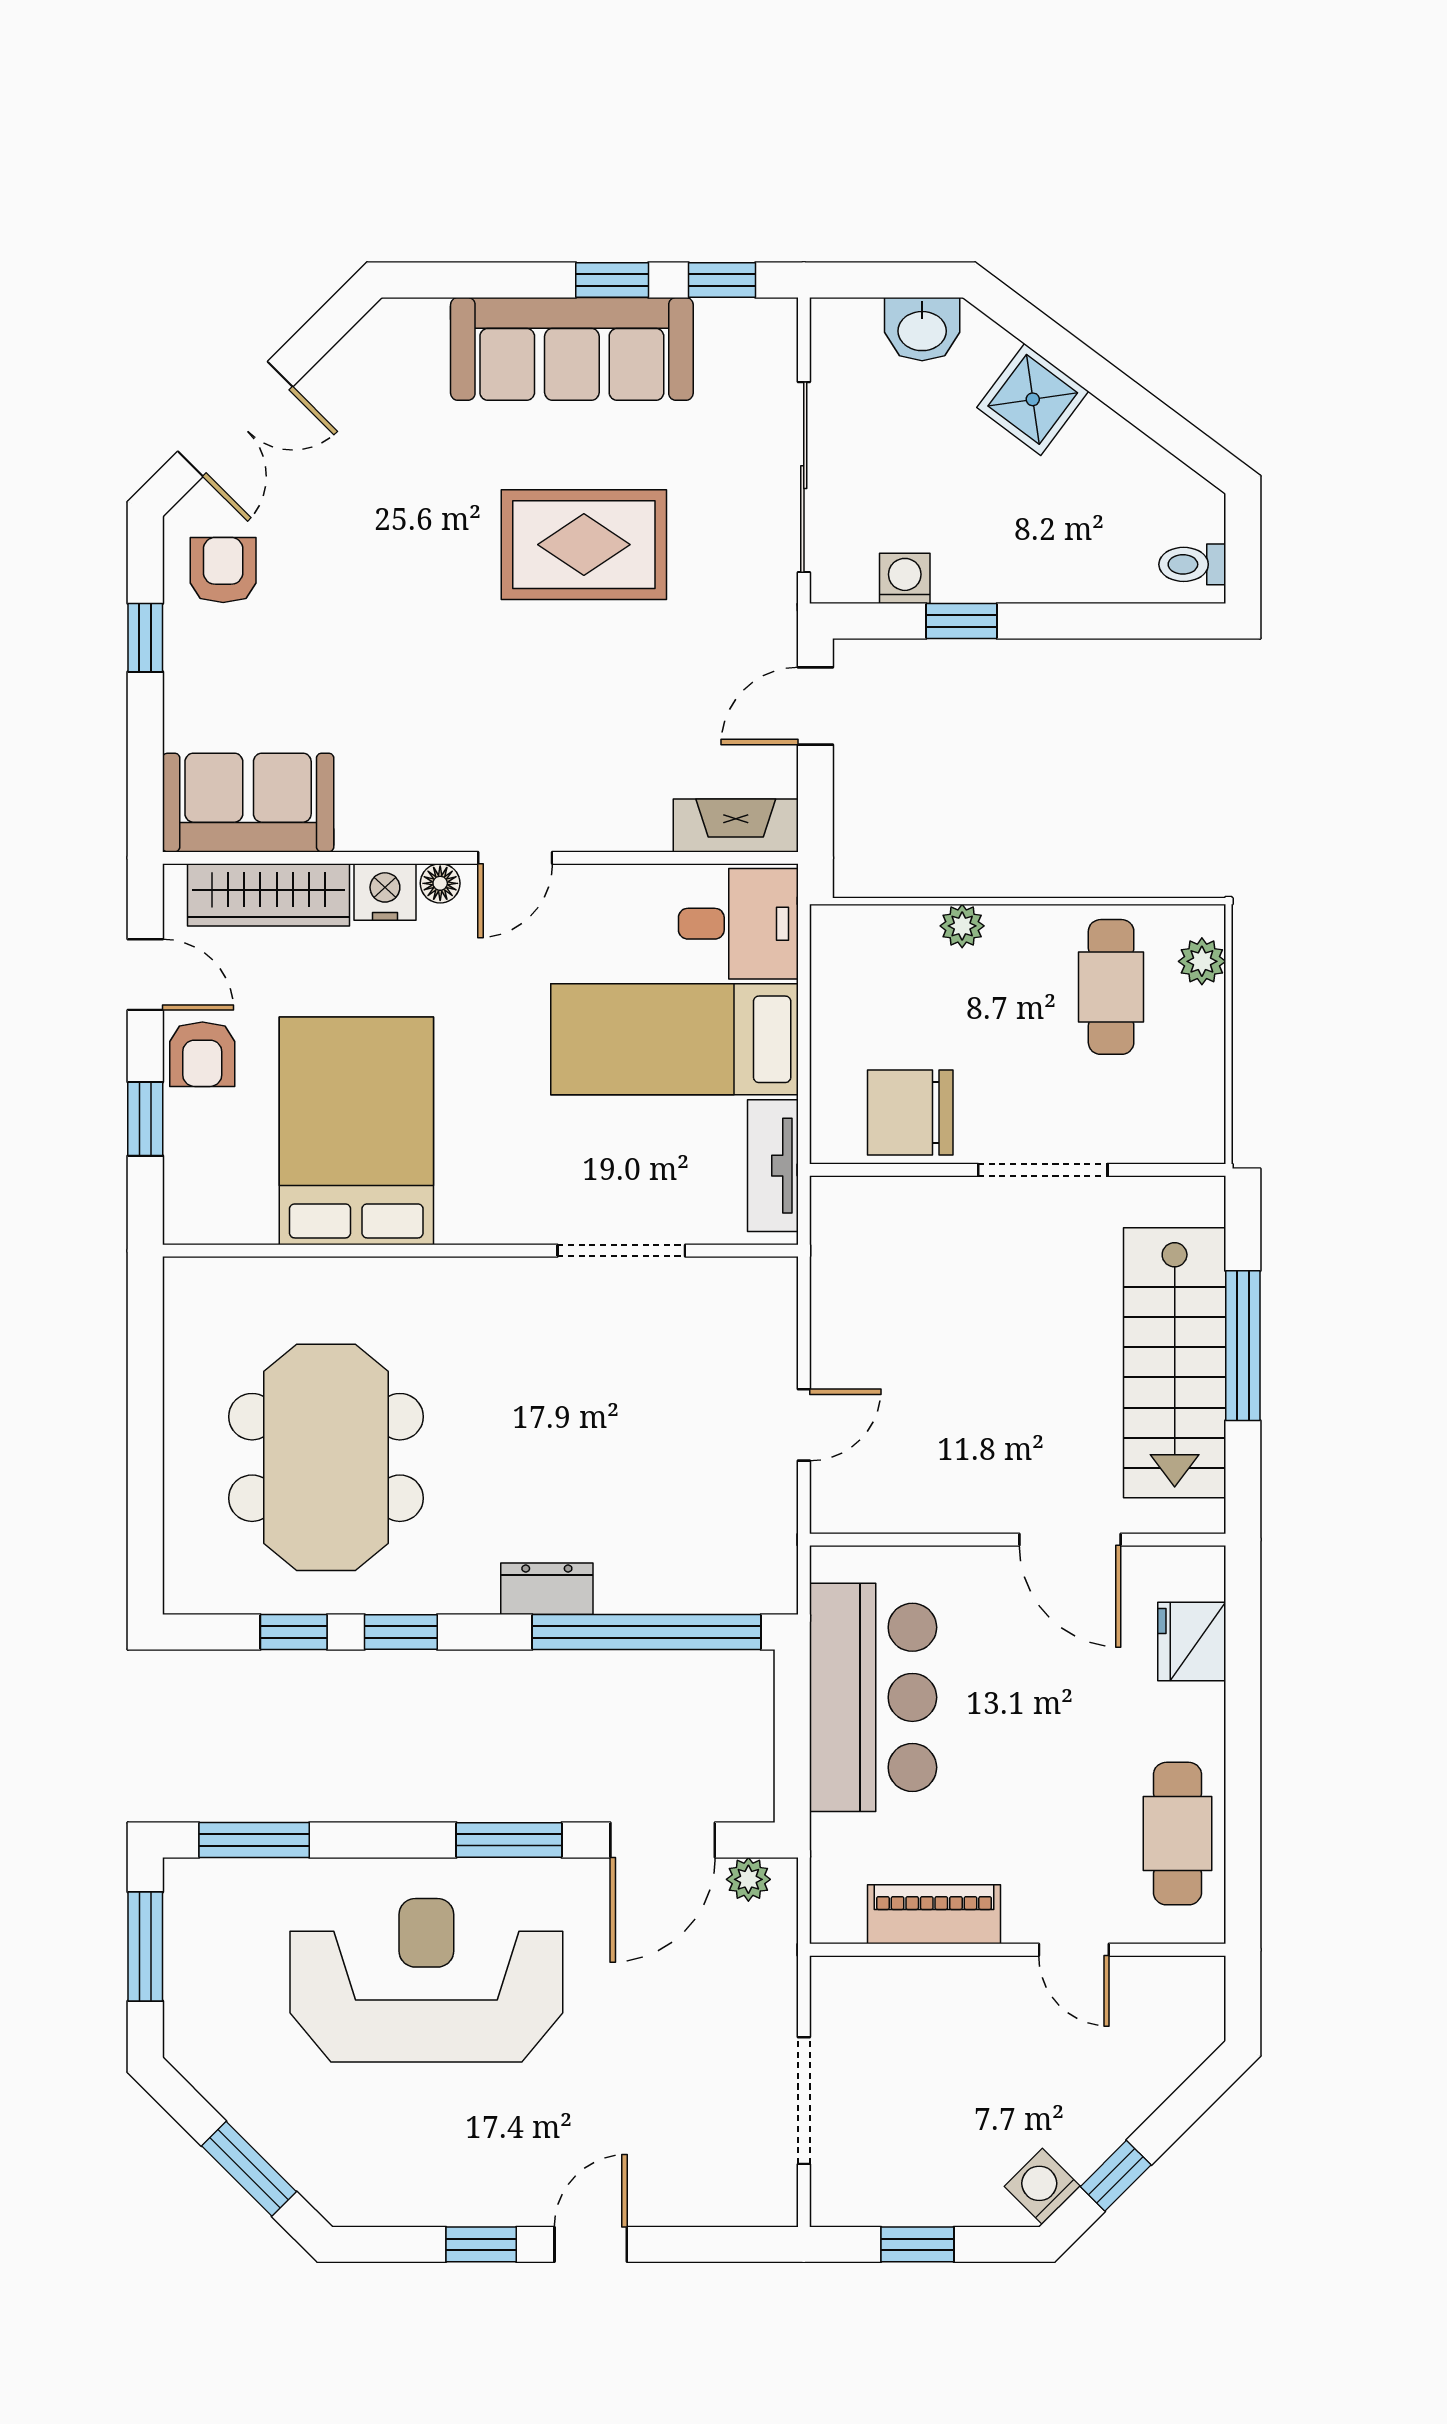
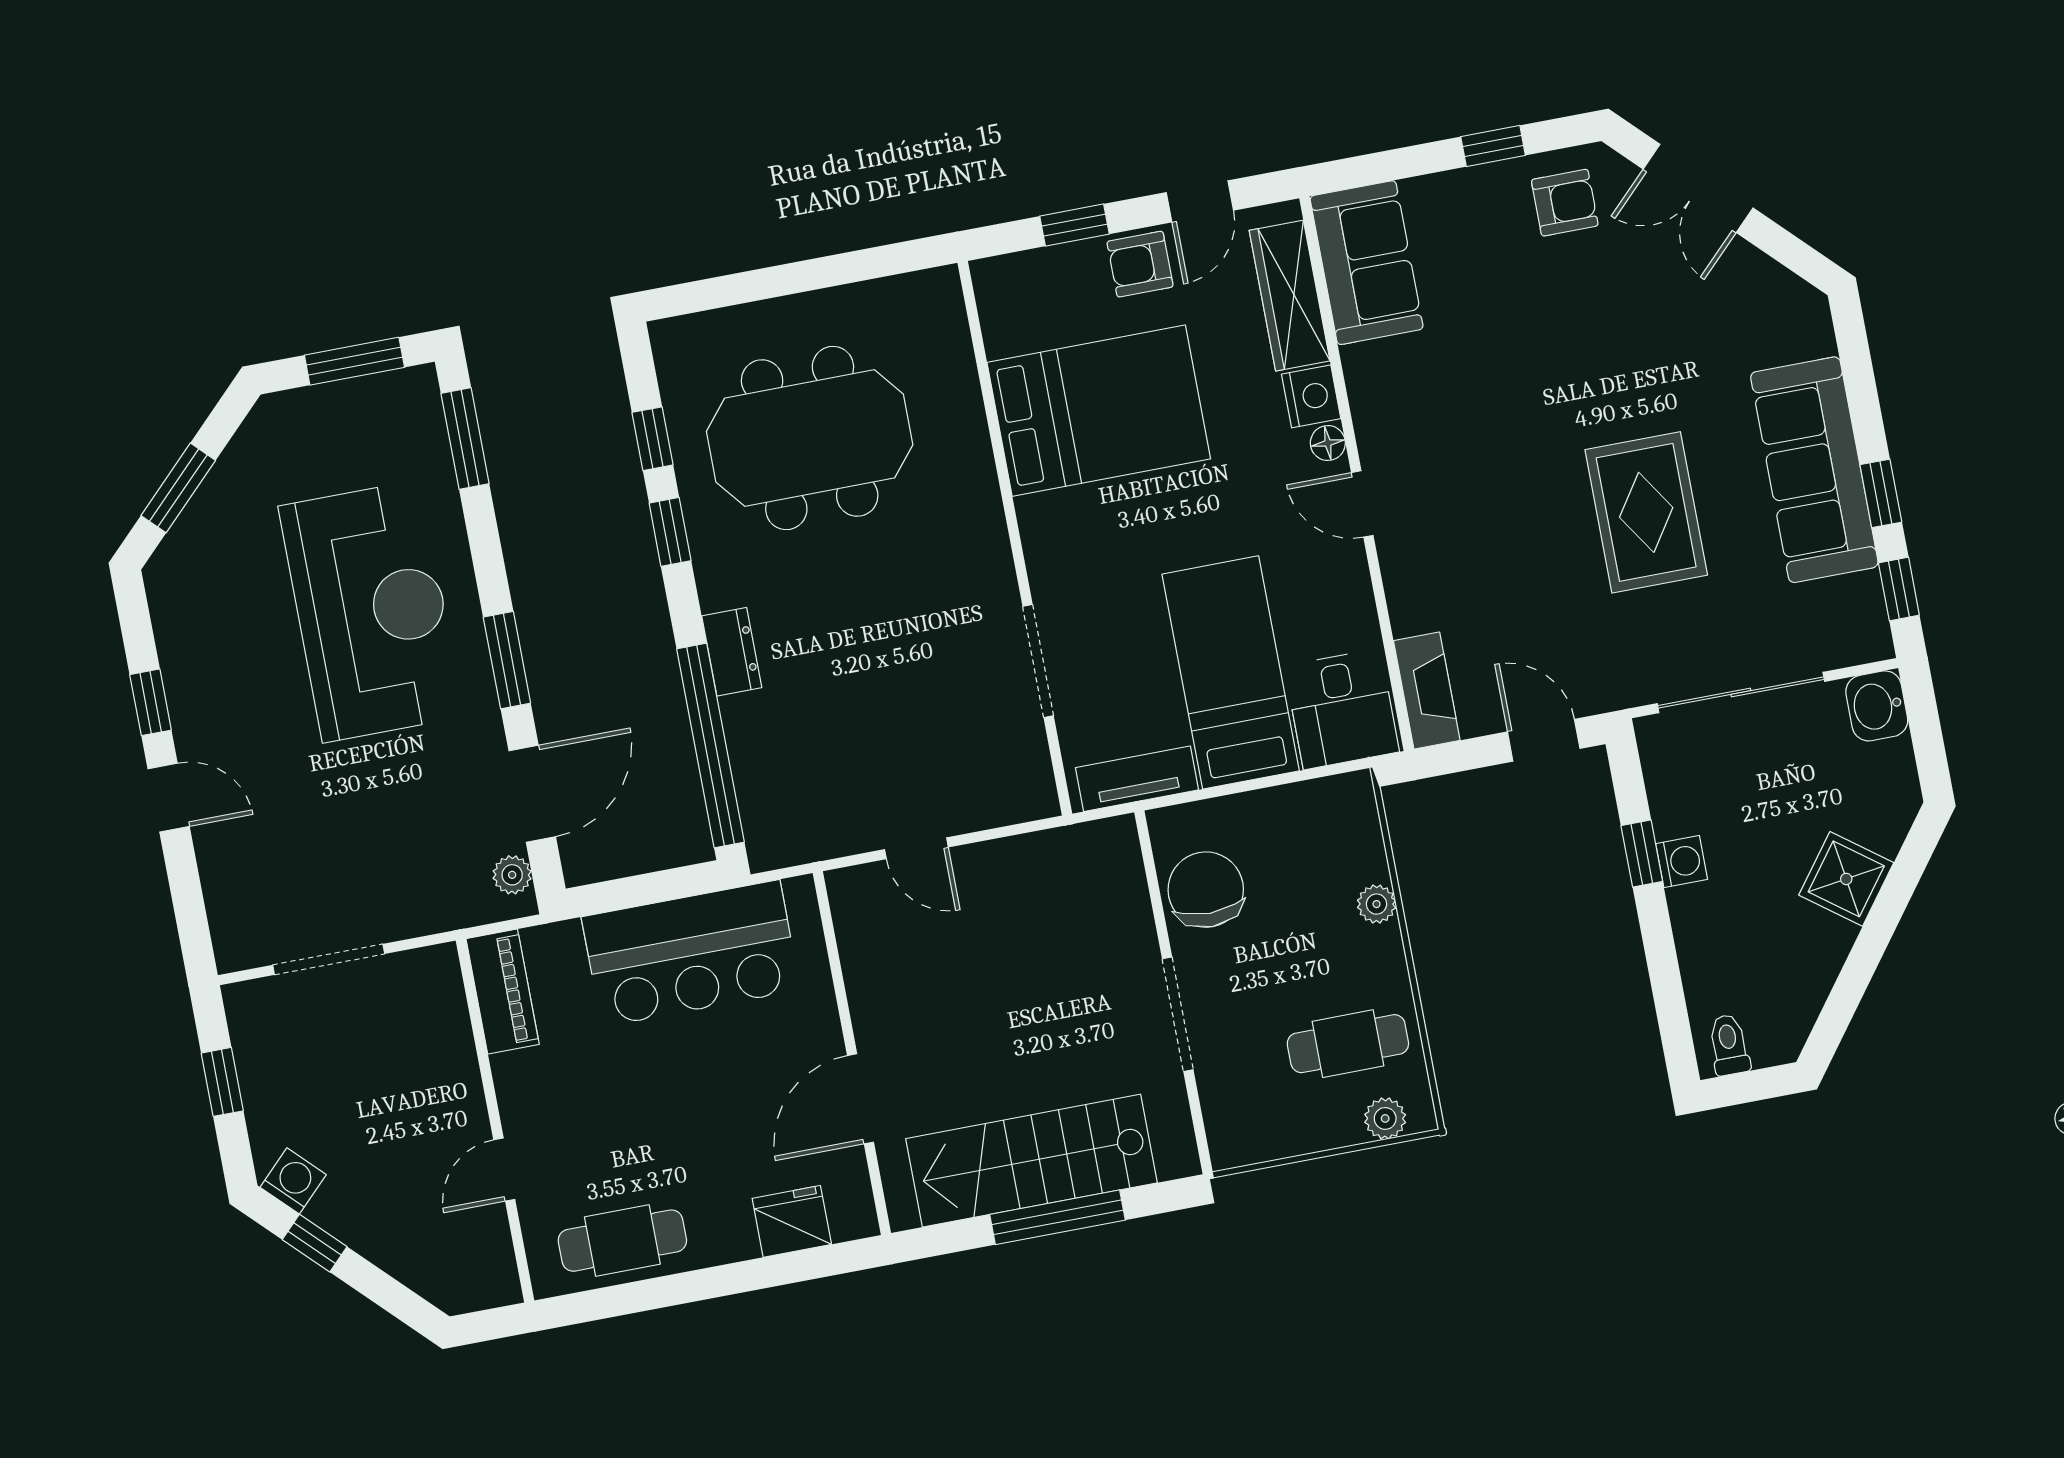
washbasin: (922, 329) -> (1877, 706), moved
washing machine: (905, 578) -> (1682, 861), moved
door: (663, 1840) -> (532, 794), swing flipped
piano: (934, 1914) -> (503, 991), moved

